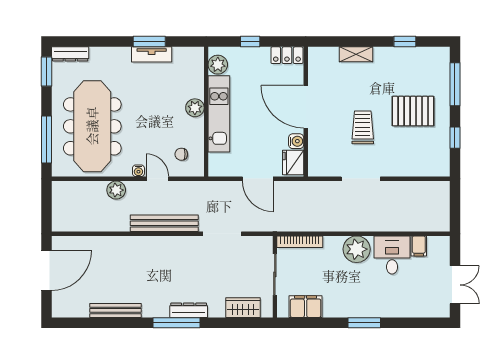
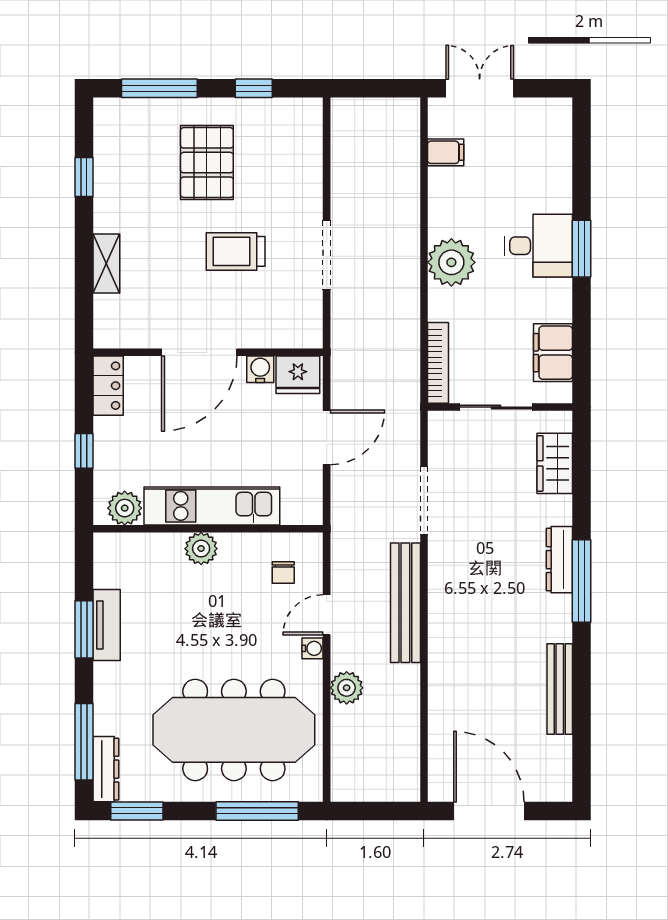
window: (86, 42) -> (84, 742), added
desk: (392, 255) -> (538, 246), moved, turned 180
double door: (455, 285) -> (480, 88), moved

